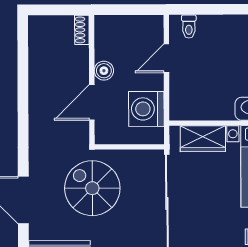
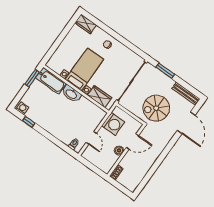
door: (166, 58) -> (91, 138), hinge flipped
spiral stairs: (92, 188) -> (156, 108), turned 90

